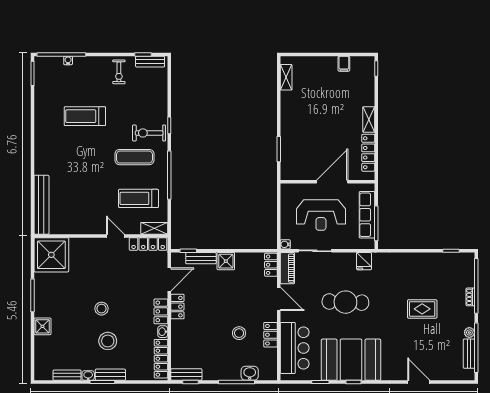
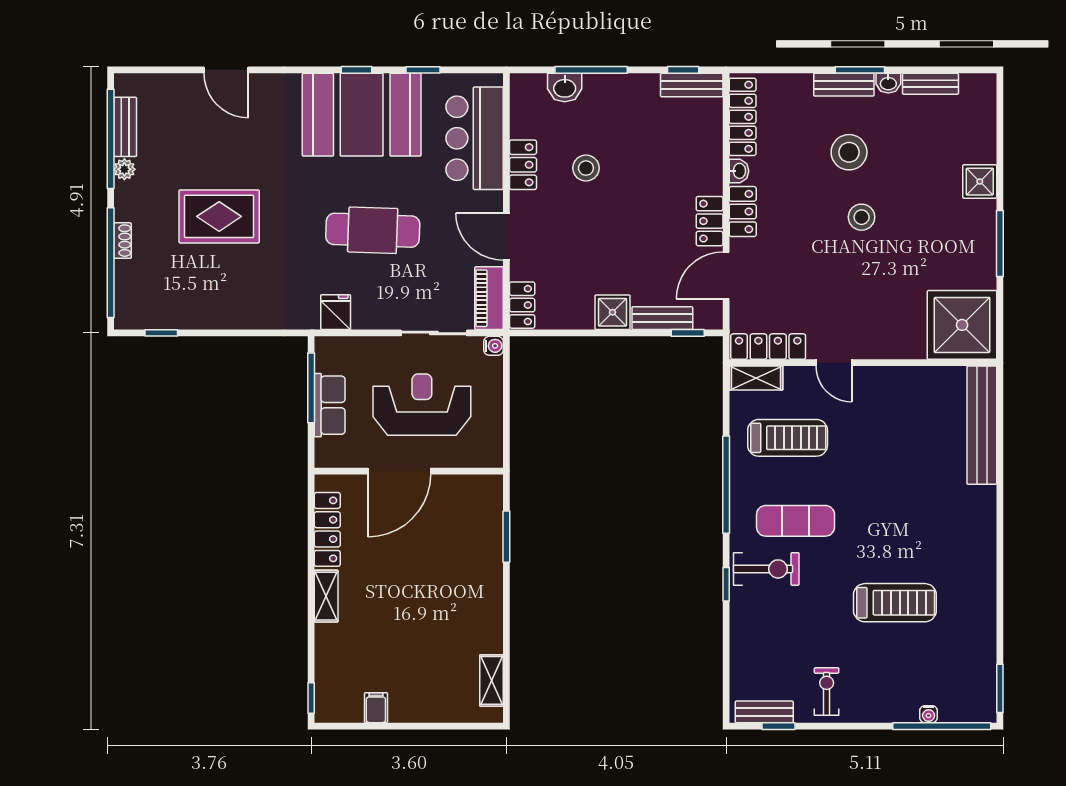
row of seats: (367, 215) -> (330, 405), width x0.68
rug: (422, 309) -> (219, 216), width x1.36, depth x1.43

